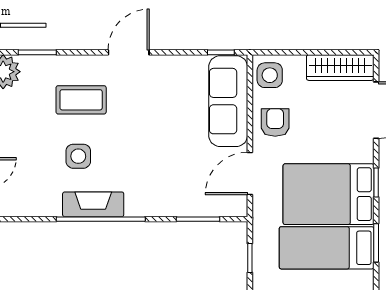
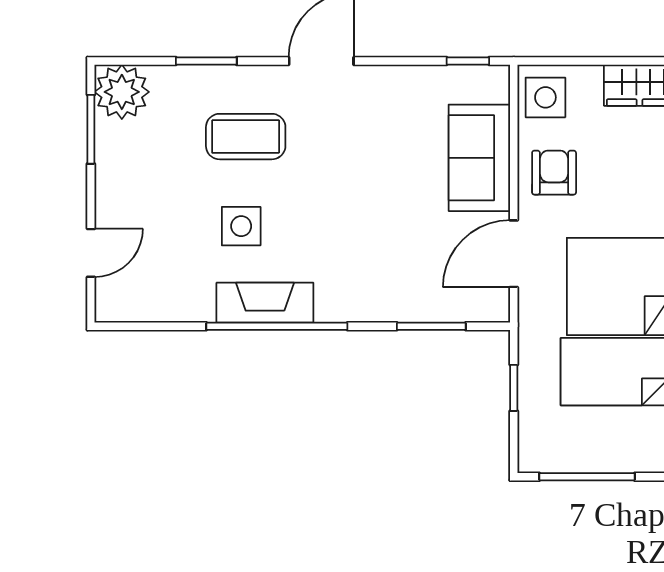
window: (37, 52) -> (206, 61), moved
sofa: (228, 101) -> (479, 158), width x0.73

